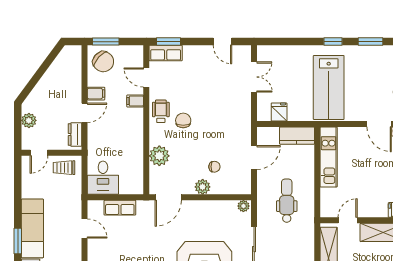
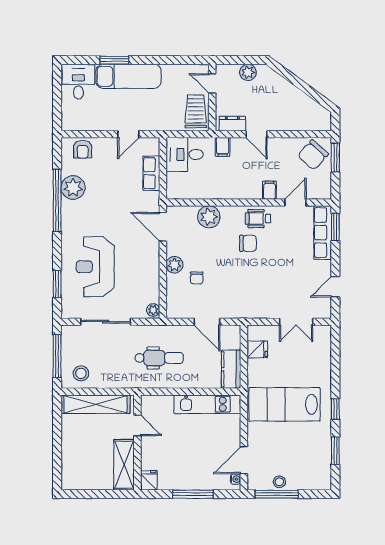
row of seats: (166, 53) -> (323, 233), width x1.48
filing cabinet: (96, 94) -> (223, 147), moved
wheelchair: (161, 111) -> (258, 219), turned 180
trolley: (64, 168) -> (196, 111), width x1.36, depth x1.39

